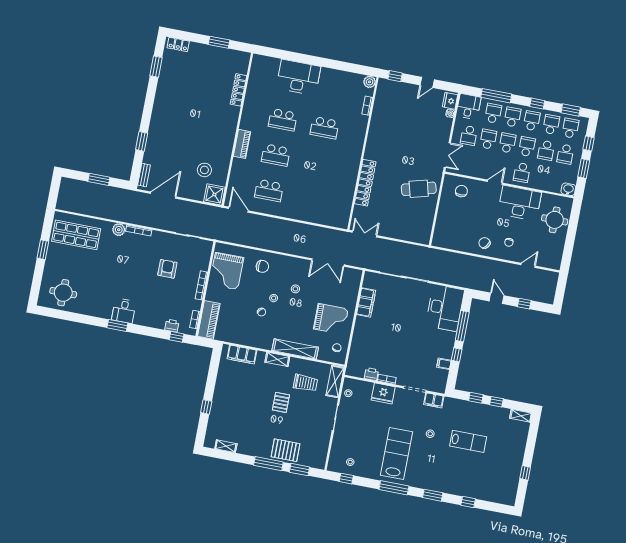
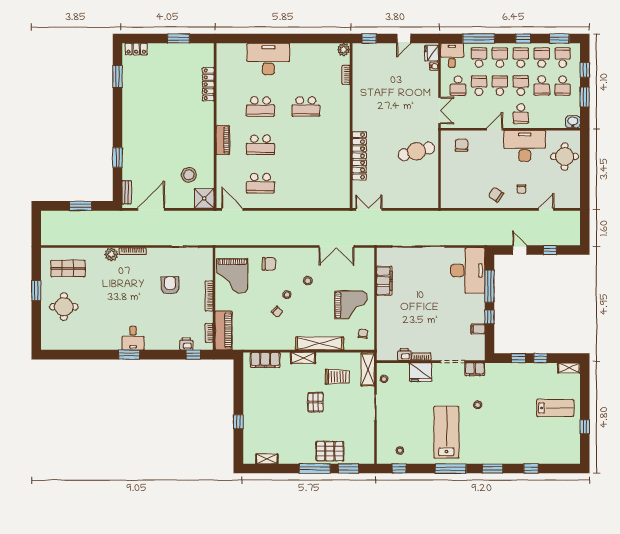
shop shelf: (76, 235) -> (68, 268), width x0.70, depth x0.74
round table: (63, 293) -> (64, 307), moved
lab bench: (468, 441) -> (555, 408), moved

